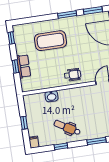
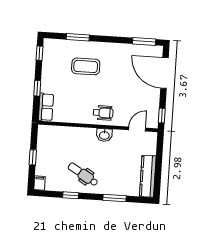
window: (67, 14) -> (78, 37), moved
coffee table: (50, 41) -> (86, 66), width x0.73, depth x0.76
row of seats: (24, 66) -> (46, 107), moved
washbasin: (52, 96) -> (104, 135), moved

